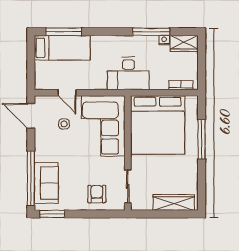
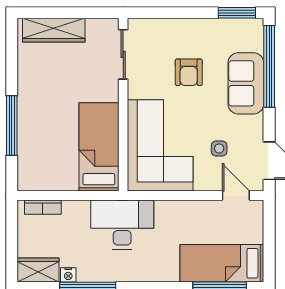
door: (67, 93) -> (236, 196), moved
bed: (158, 125) -> (99, 147), width x0.49
sofa: (46, 183) -> (246, 83), moved
armchair: (97, 194) -> (189, 72), moved

